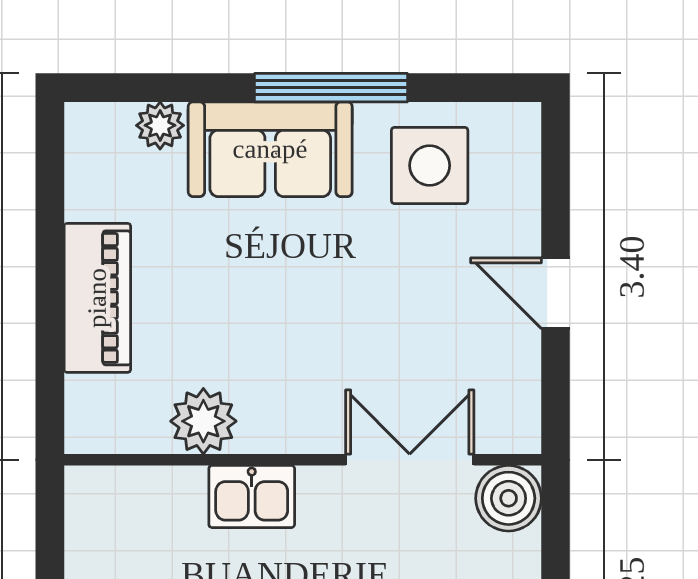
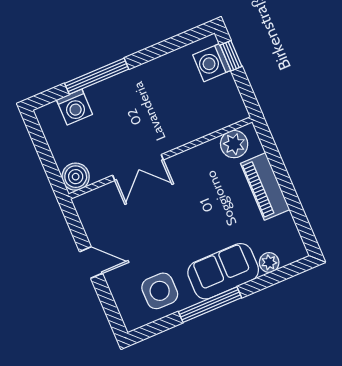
plant: (203, 421) -> (234, 144), moved
double door: (410, 460) -> (138, 168), moved
kitchen sink: (252, 497) -> (174, 136), removed

